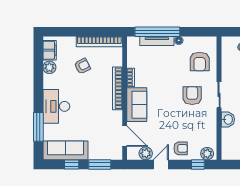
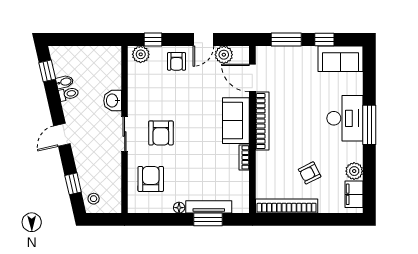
window: (157, 32) -> (208, 219), width x0.47
bookcase: (117, 88) -> (262, 121), moved
window: (38, 127) -> (369, 125), moved
armchair: (181, 148) -> (177, 61), turned -90
sofa: (65, 150) -> (341, 59), width x0.73

